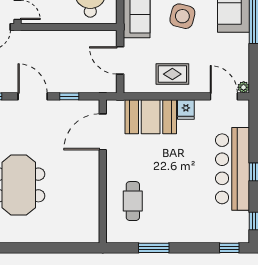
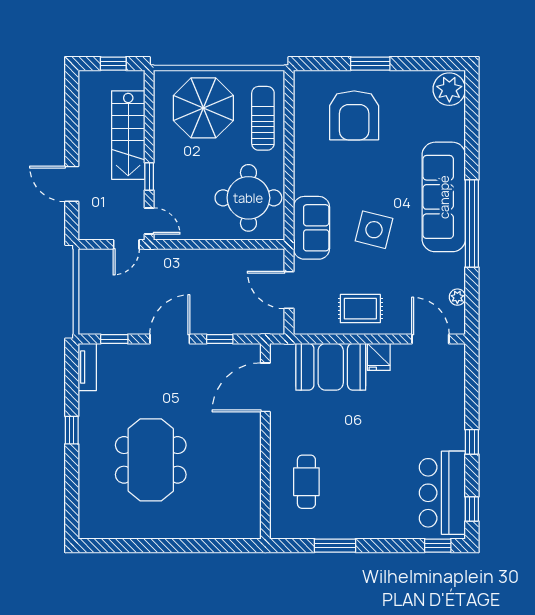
plant: (244, 87) -> (457, 297), moved
door: (33, 96) -> (170, 339), hinge flipped
bar counter: (233, 169) -> (442, 493), moved, width x0.73

